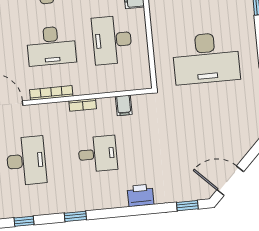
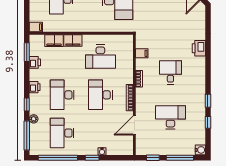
desk: (51, 46) -> (100, 95), turned 180
window: (187, 206) -> (208, 20), removed
window: (75, 216) -> (208, 101), moved

